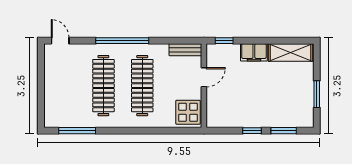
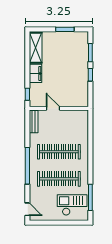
door: (60, 41) -> (27, 209), swing flipped
checkout: (66, 104) -> (72, 205), added
display table: (188, 112) -> (78, 120), removed

